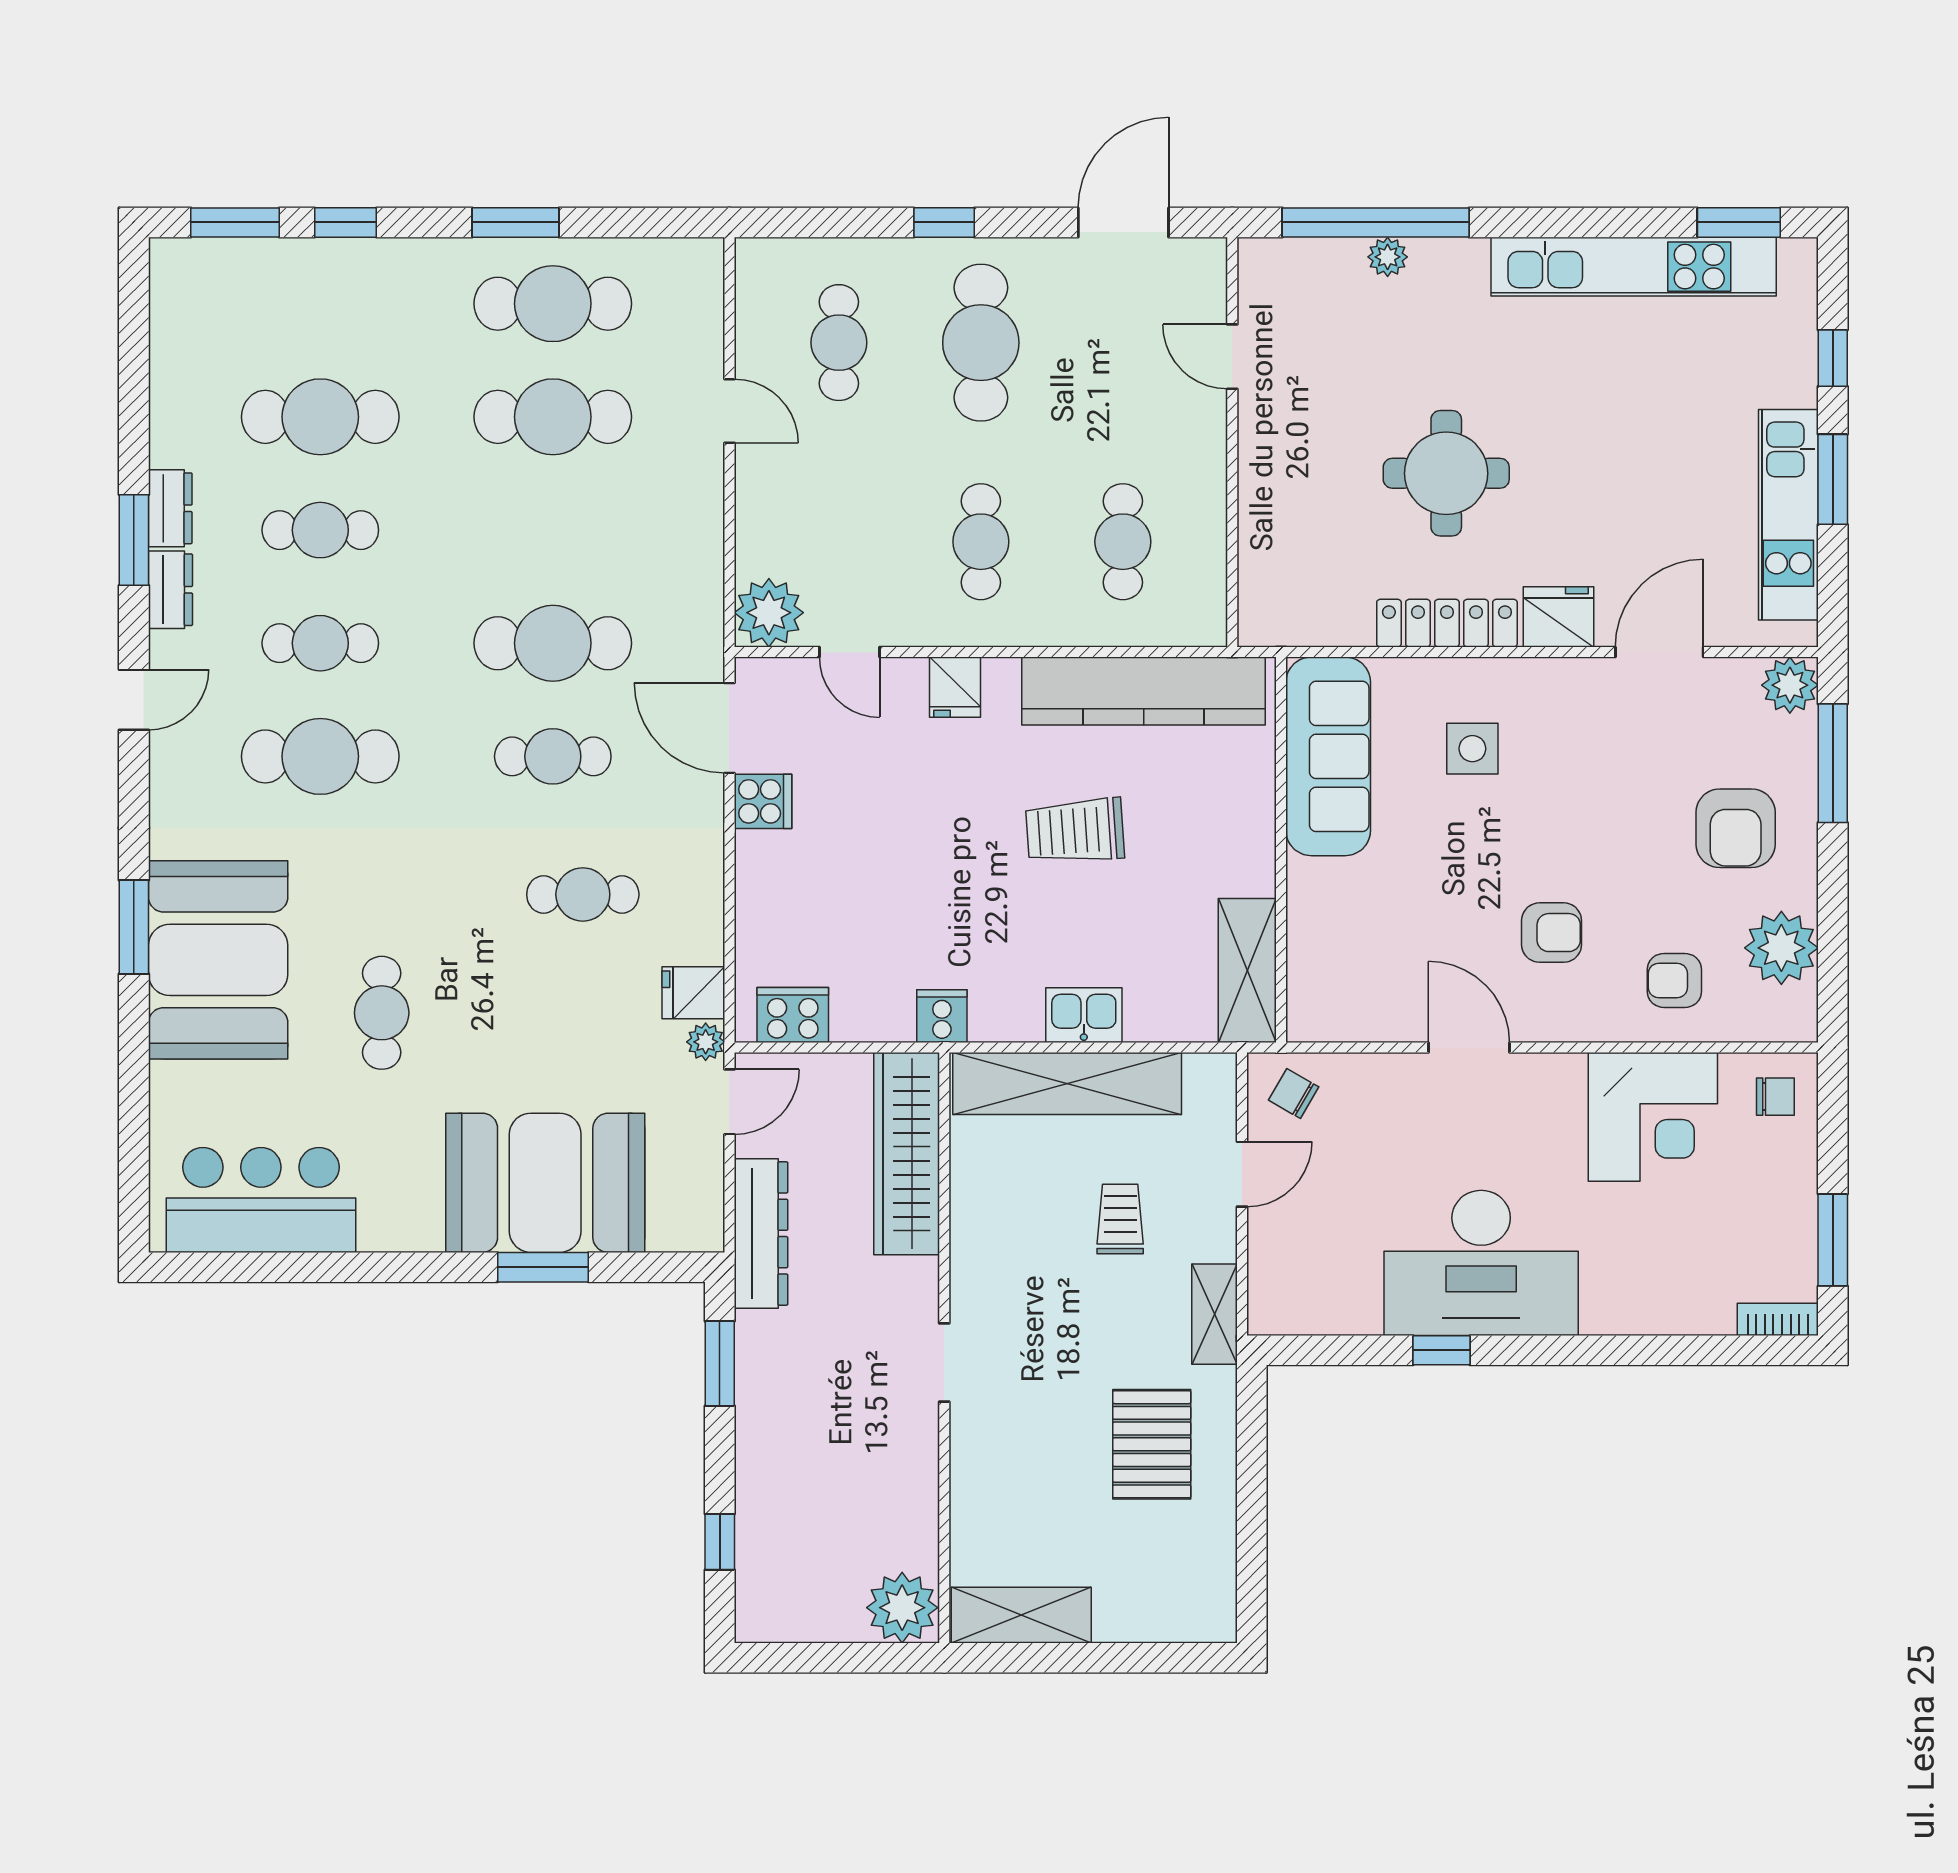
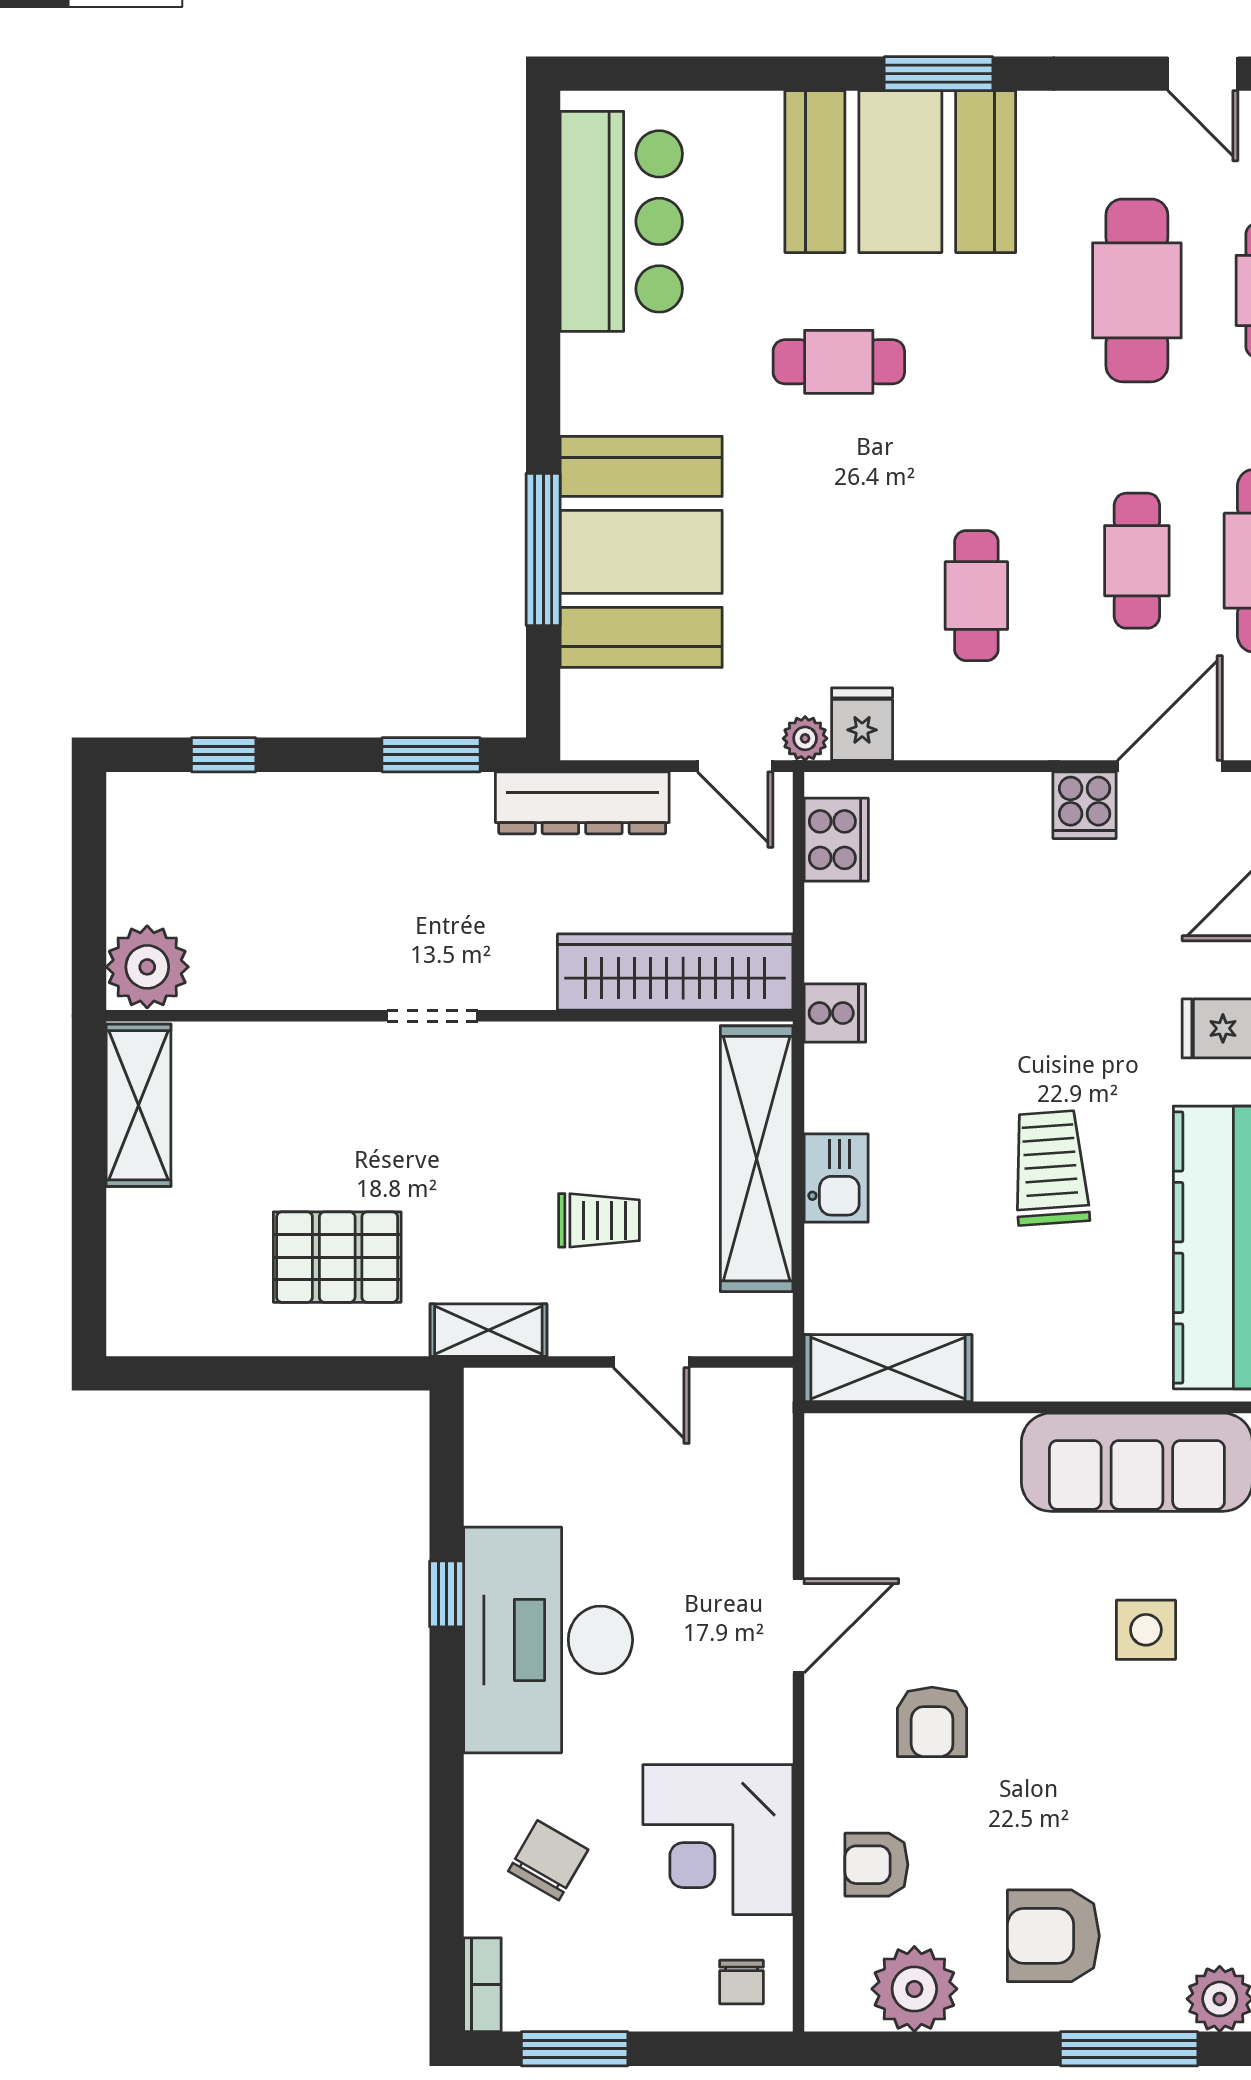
armchair: (1674, 980) -> (876, 1865), turned -90
chair: (1294, 1093) -> (548, 1860), moved, width x1.37, depth x1.37
window: (543, 1267) -> (543, 549), width x1.44

